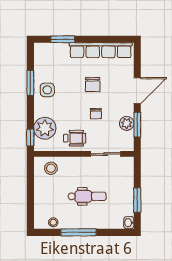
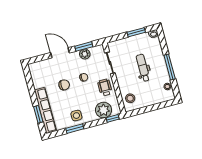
row of seats: (101, 50) -> (45, 110), moved

